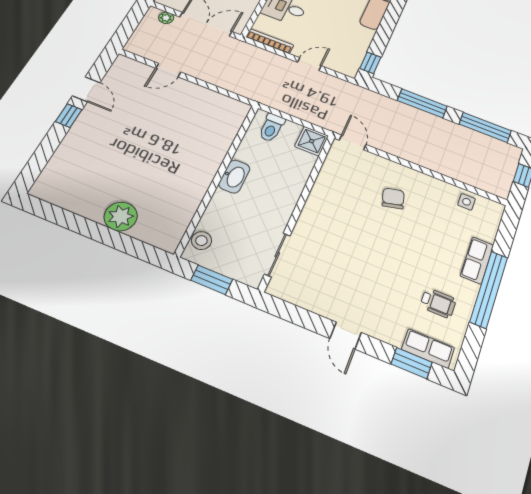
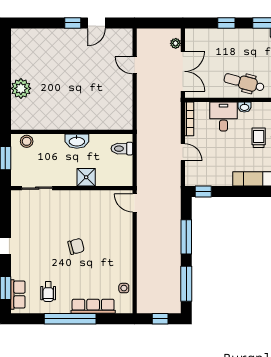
shower: (312, 141) -> (86, 177), moved
door: (353, 142) -> (135, 203), swing flipped
chair: (393, 198) -> (76, 246), moved
row of seats: (477, 260) -> (93, 306), width x1.48

